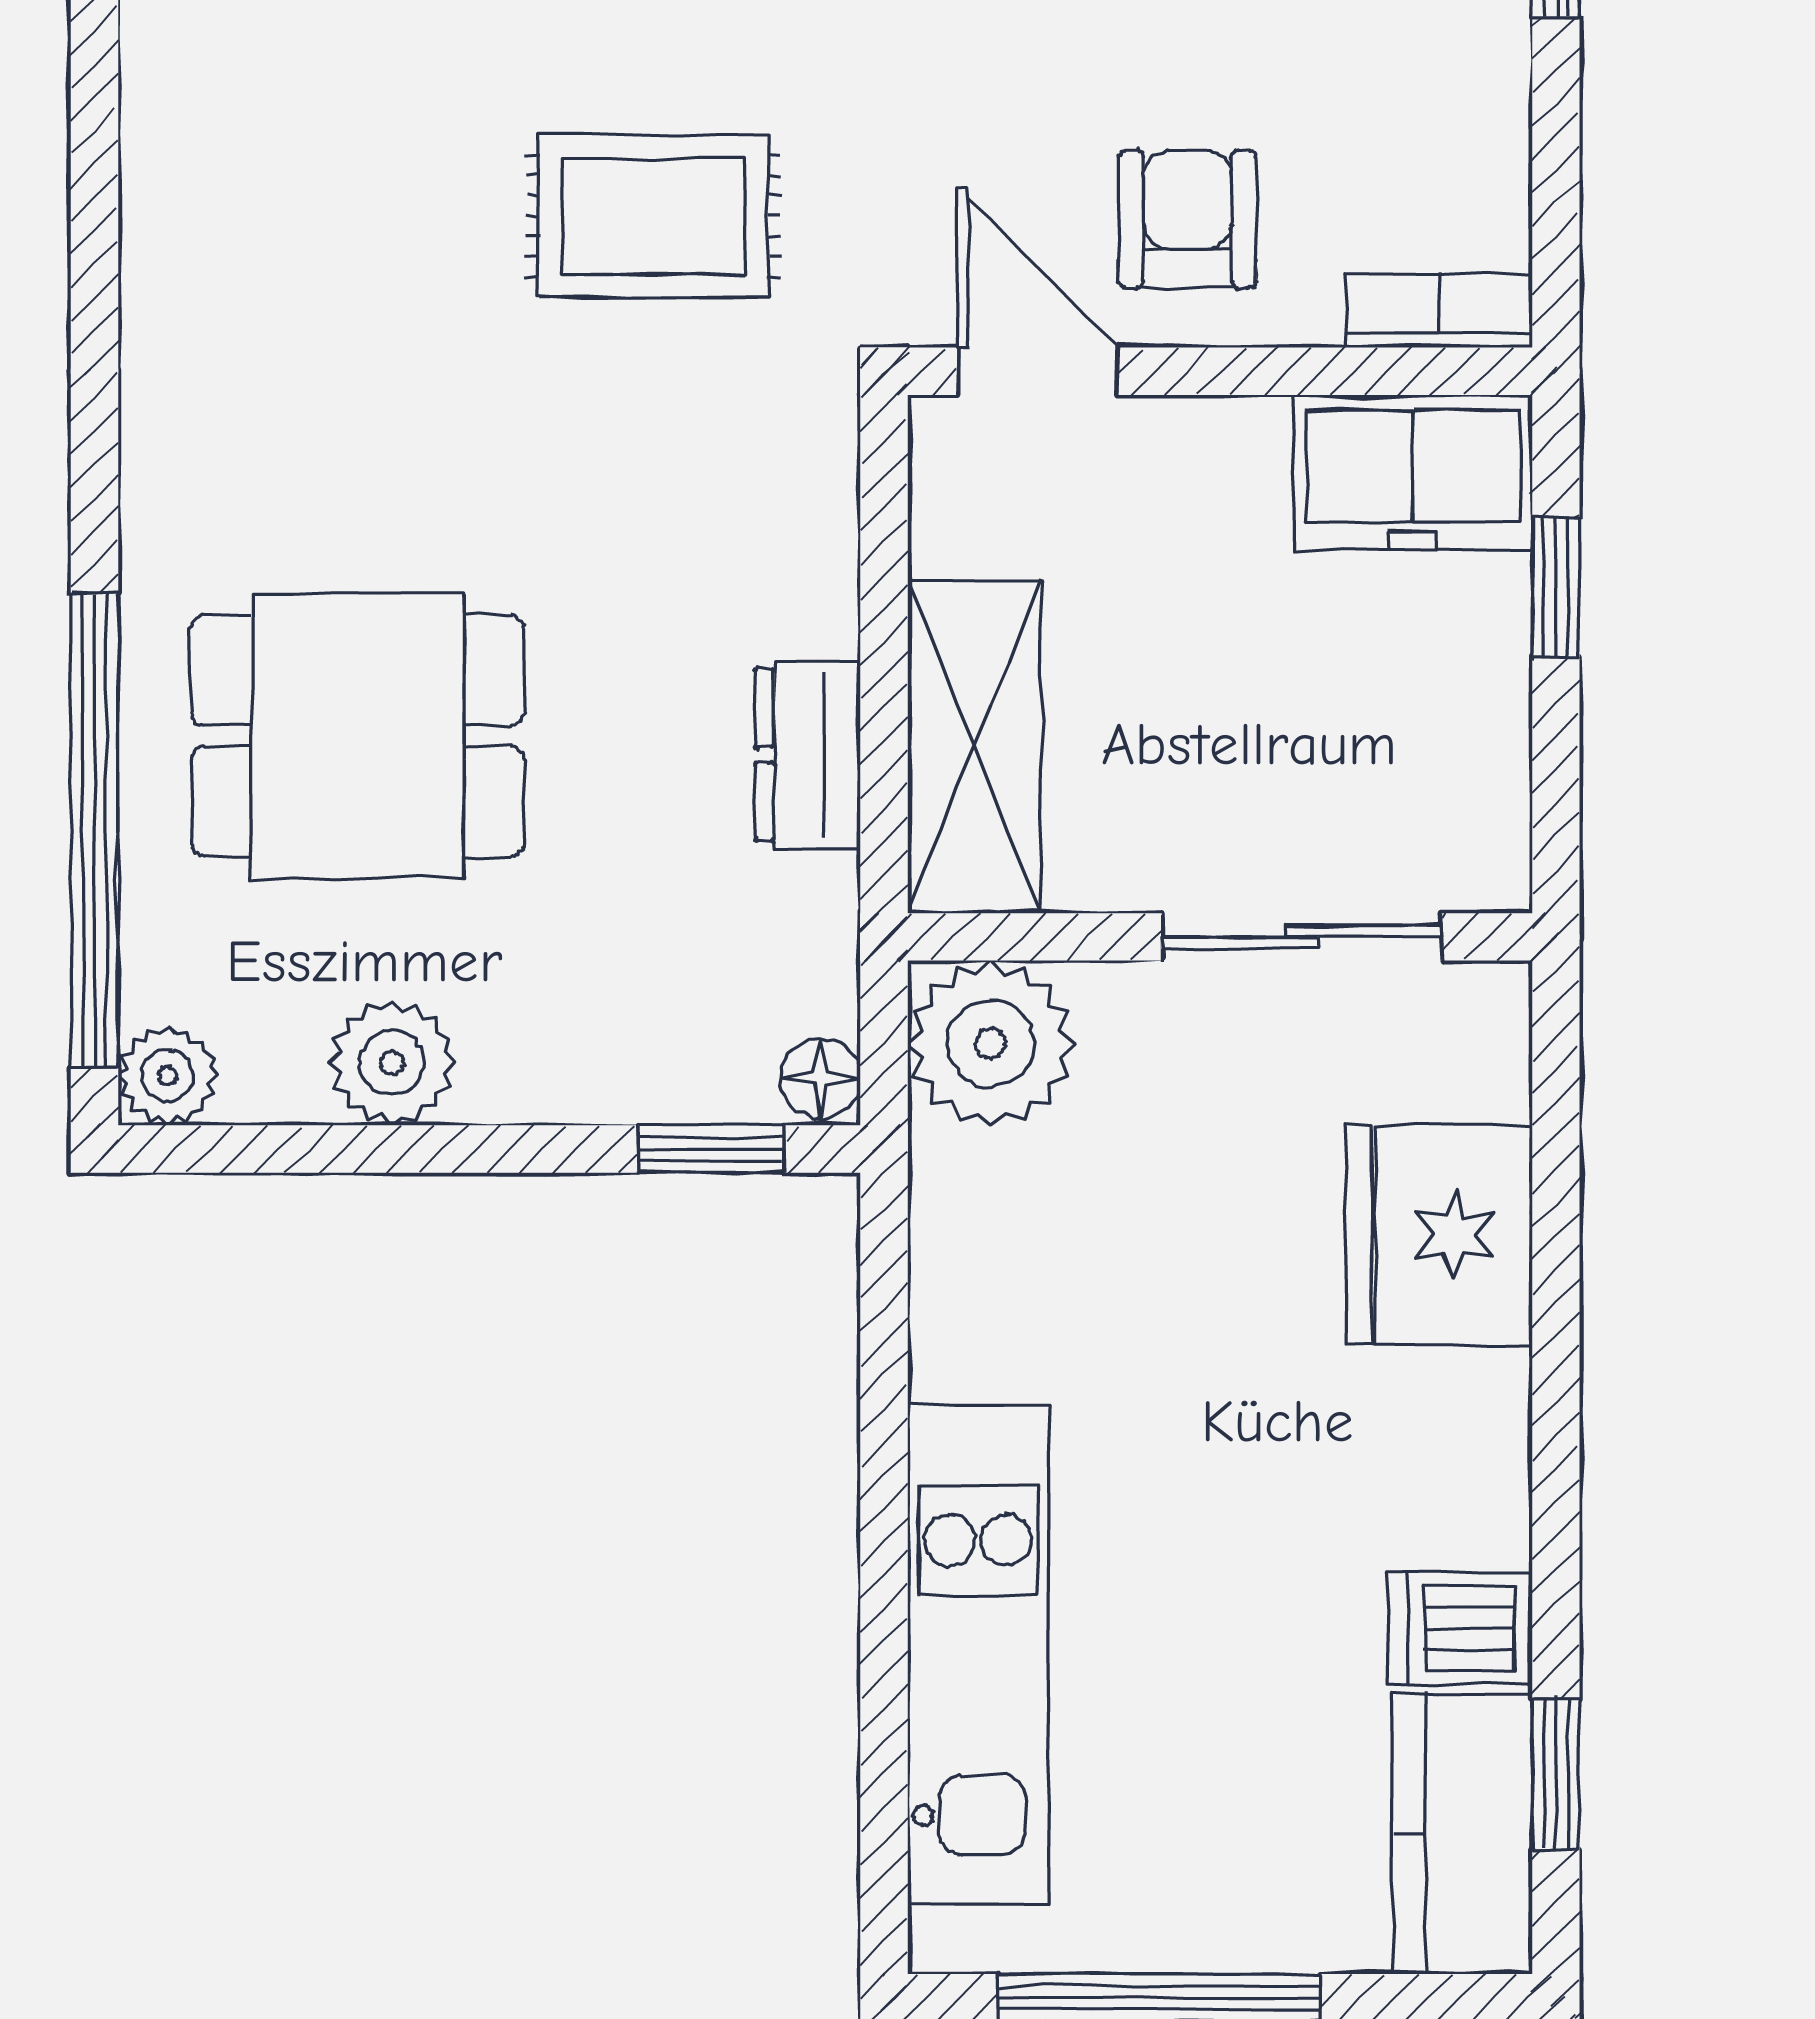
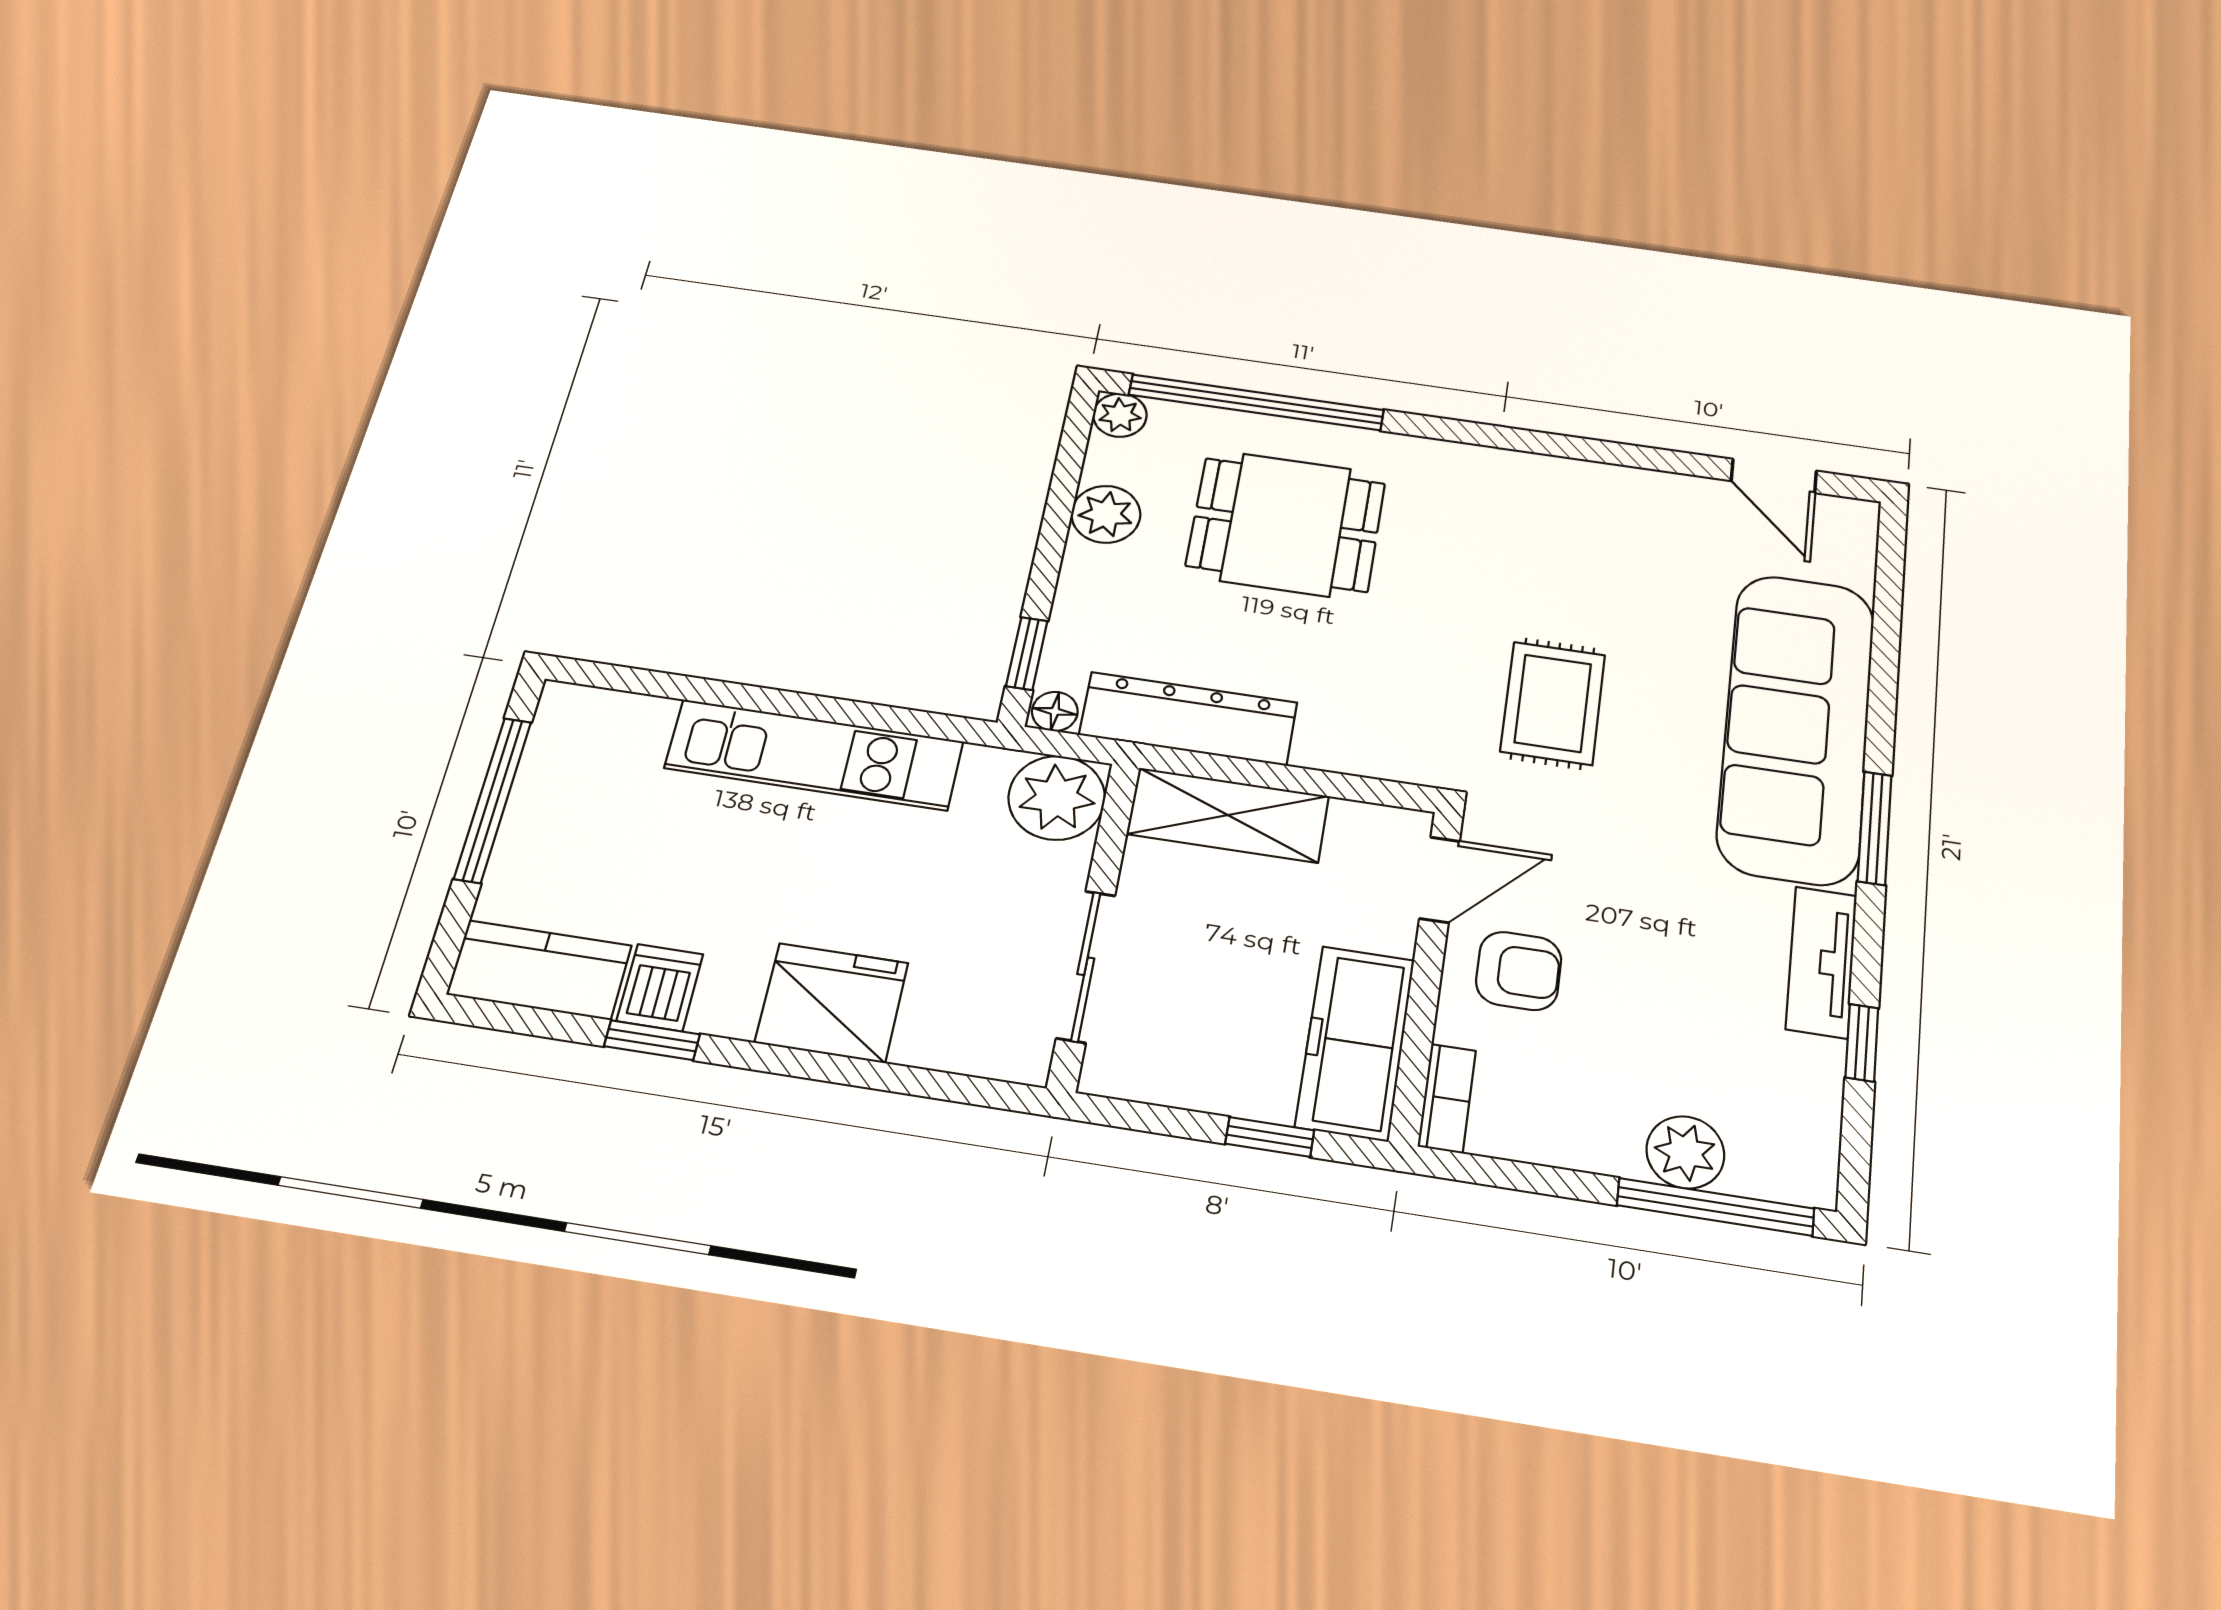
freezer: (1413, 472) -> (1355, 1043), width x1.40
dining table: (358, 736) -> (1286, 525), turned 90
dresser: (808, 755) -> (1188, 719), width x1.96, depth x1.24
fridge: (1439, 1235) -> (832, 1003), moved
kitchen unit: (978, 1655) -> (814, 755), moved
window: (1556, 1774) -> (652, 1040), moved

